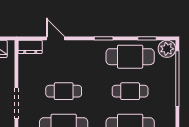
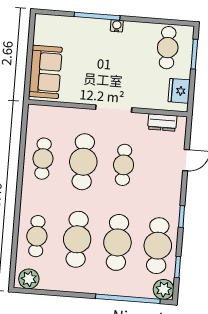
dresser: (30, 47) -> (162, 122), moved, turned -90
cafe table: (130, 91) -> (117, 242), width x1.37, depth x1.35

